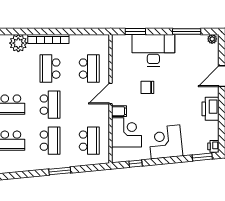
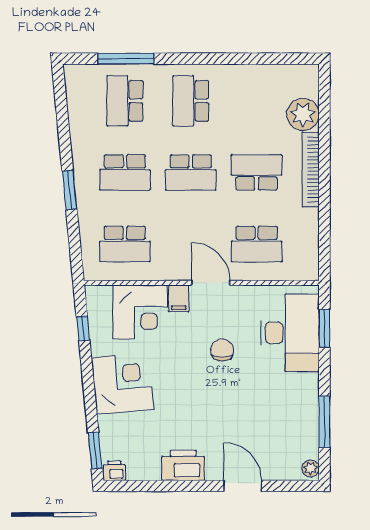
desk: (153, 50) -> (290, 333), moved

